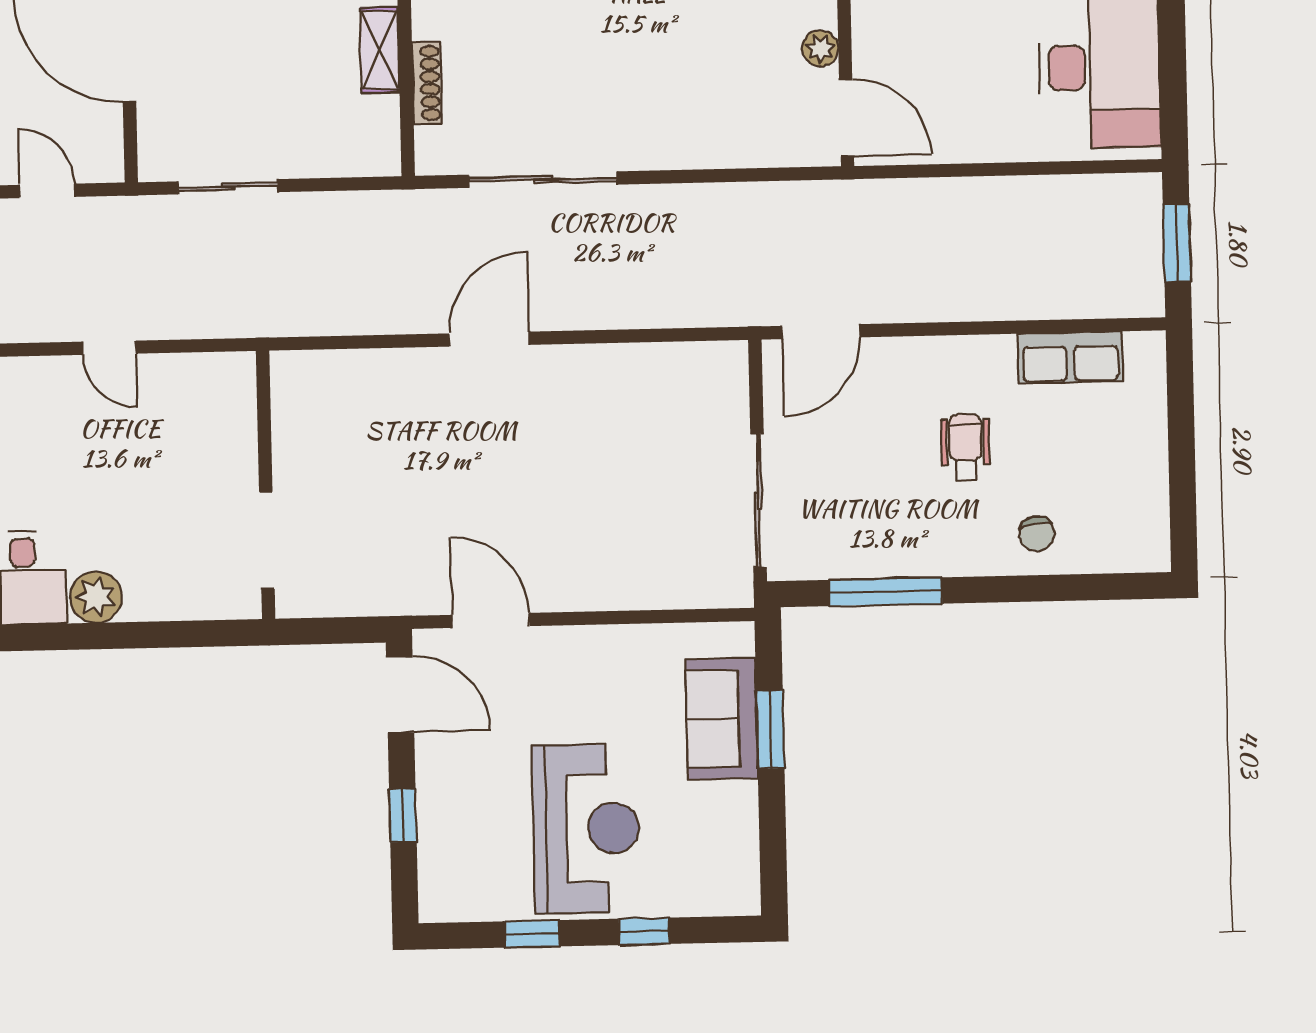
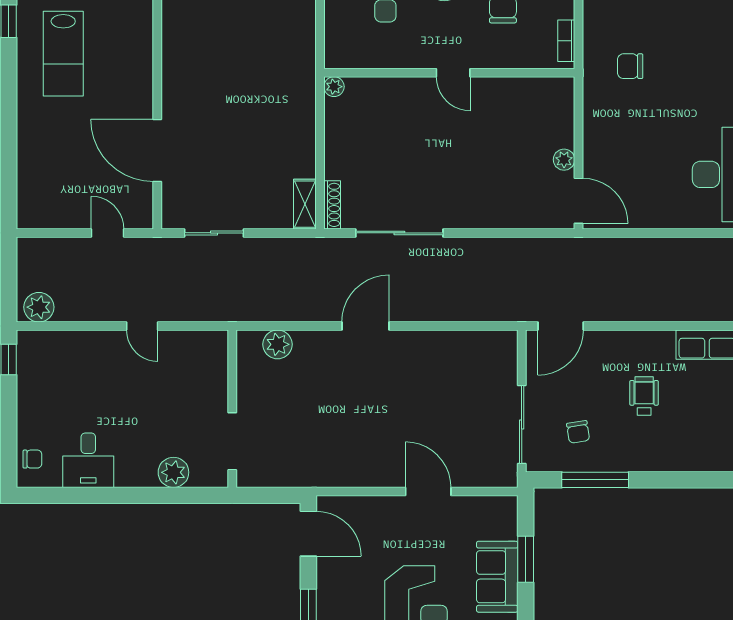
shelving: (380, 50) -> (305, 204), moved
shoe rack: (427, 83) -> (332, 205), moved
plant: (340, 374) -> (278, 344), added
chair: (1037, 534) -> (578, 432), moved
plant: (96, 597) -> (173, 472), moved
door: (491, 620) -> (428, 491), moved
sofa: (722, 719) -> (497, 577), moved

